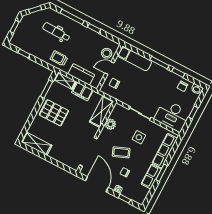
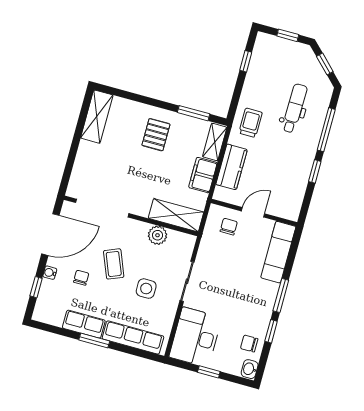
stool: (107, 53) -> (277, 202), removed
door: (109, 68) -> (253, 212), hinge flipped
pallet: (54, 113) -> (156, 135), width x0.67, depth x0.71

